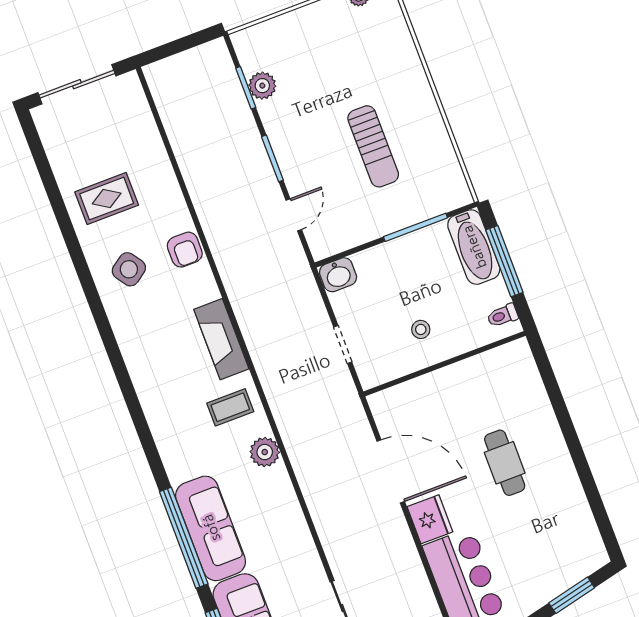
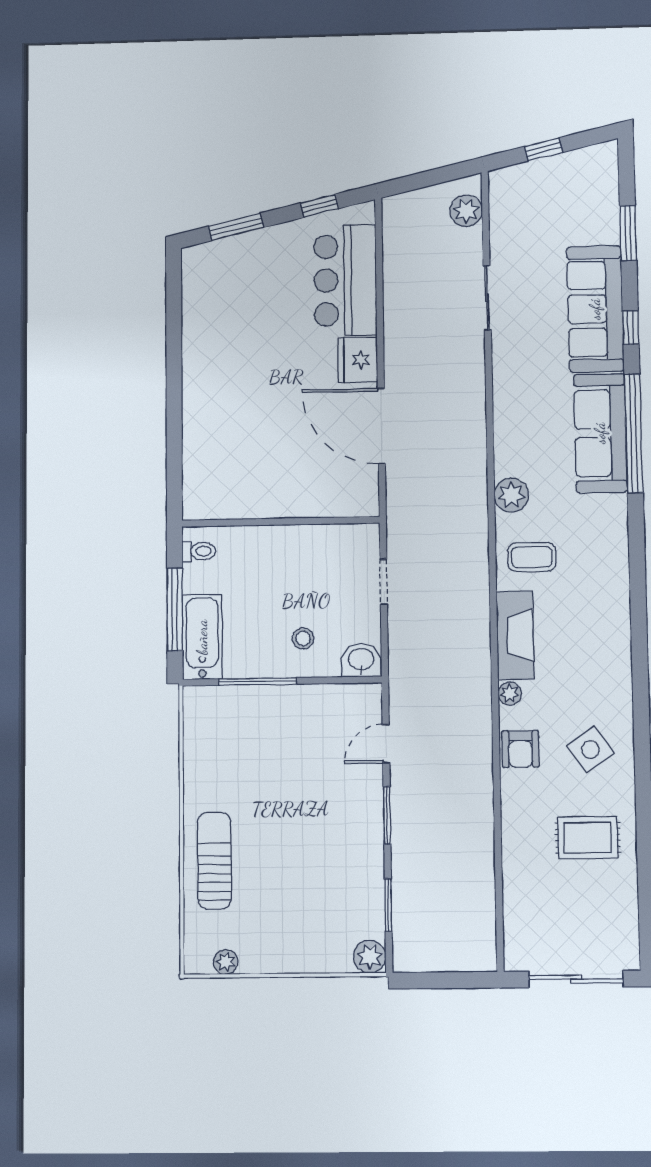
plant: (262, 86) -> (370, 957), moved
sun lounger: (373, 146) -> (214, 861), moved
armchair: (185, 250) -> (520, 749), turned 180
plant: (209, 291) -> (510, 694), added
stool: (421, 329) -> (303, 638), moved
cafe table: (505, 463) -> (255, 392), removed

